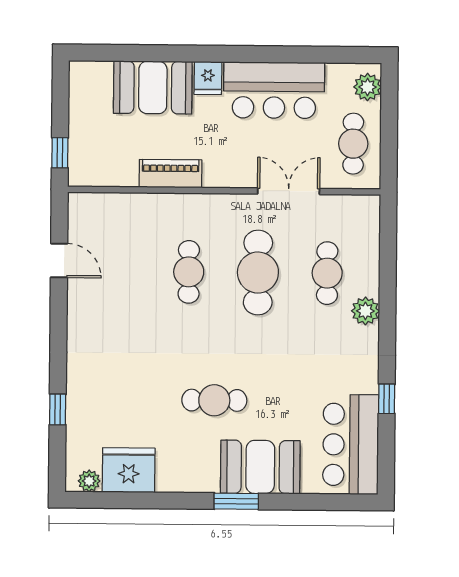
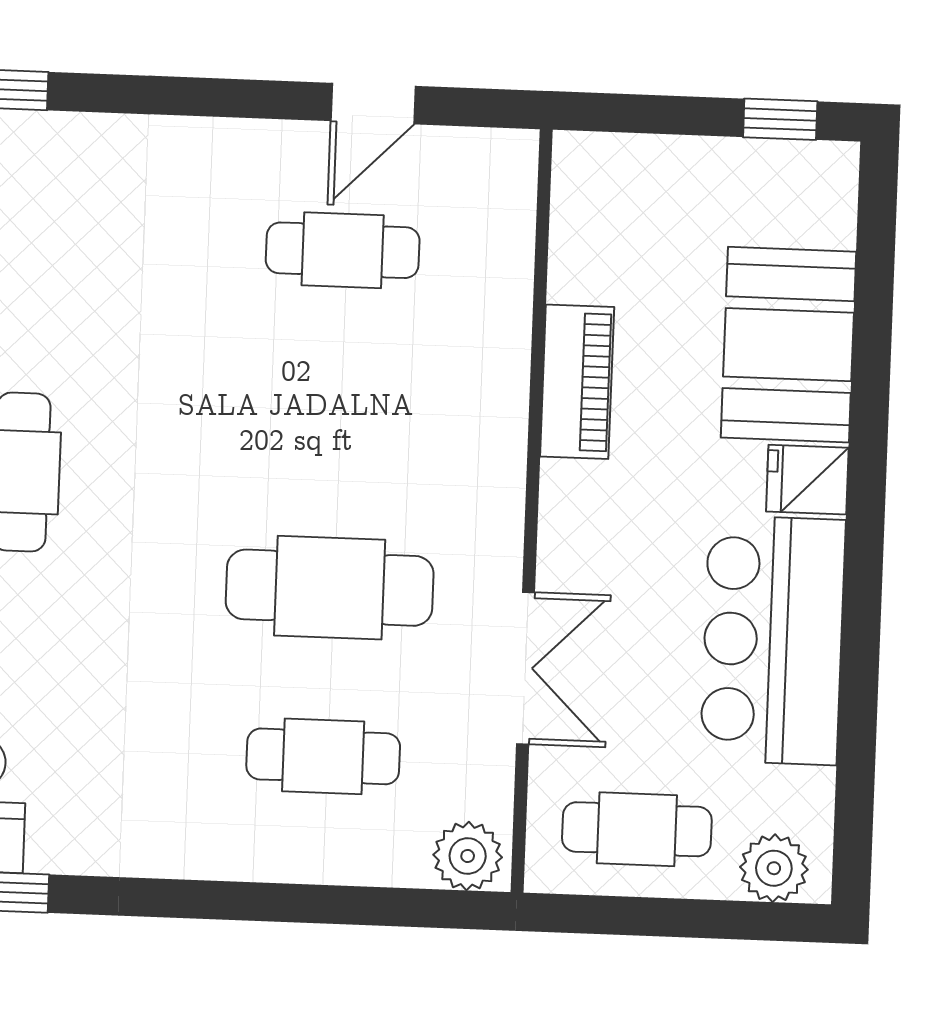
window: (60, 153) -> (780, 119), moved
cafe table: (189, 272) -> (343, 250), moved
plant: (365, 311) -> (468, 856), moved

